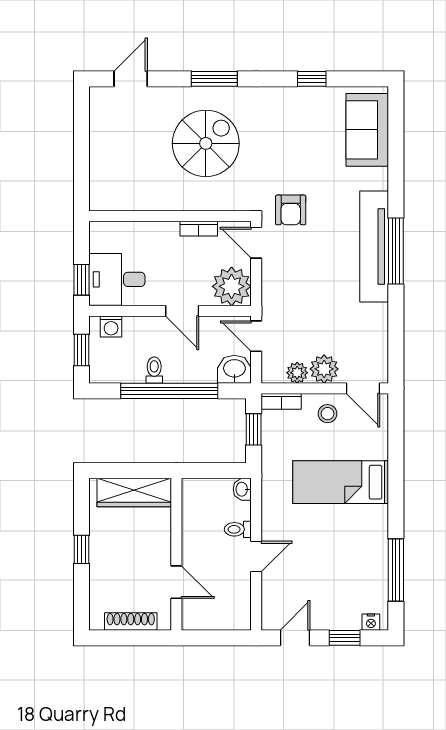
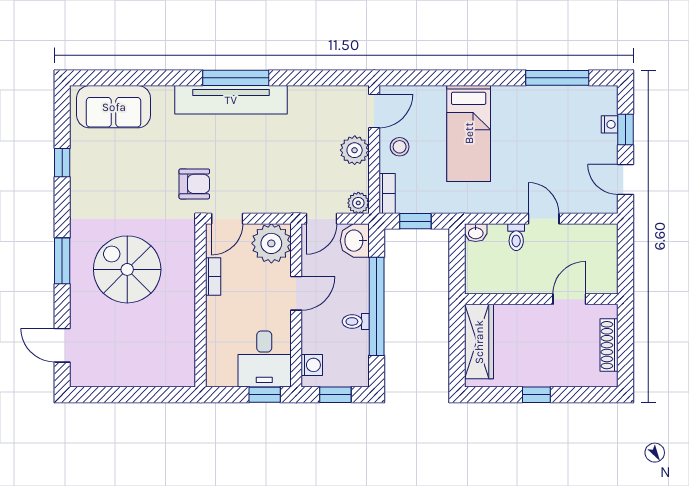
plant: (297, 373) -> (358, 203), moved
nightstand: (371, 622) -> (610, 124), moved

